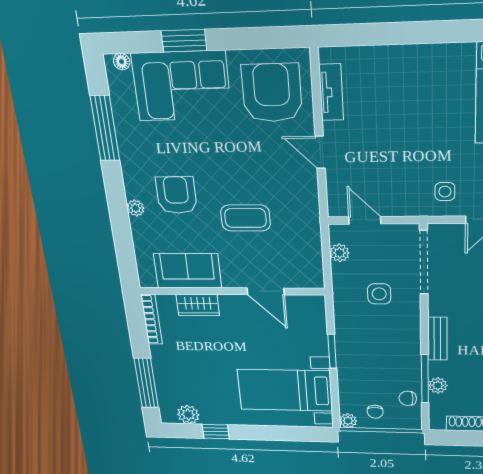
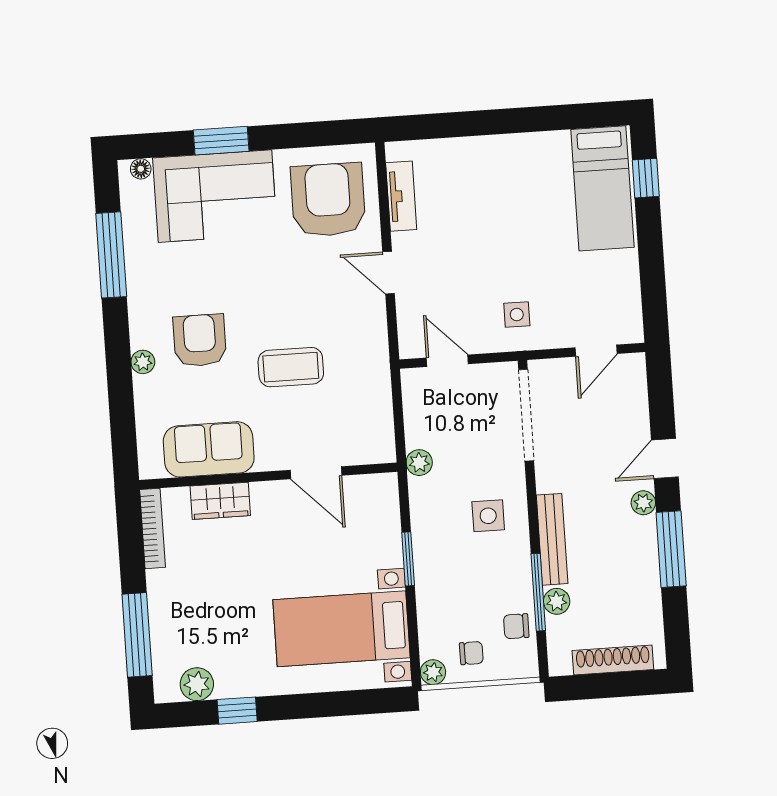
side table: (445, 192) -> (517, 315), moved
plant: (340, 253) -> (419, 463), moved
side table: (379, 294) -> (488, 516), moved
bench: (437, 339) -> (552, 539), width x1.36
chair: (375, 412) -> (471, 653), turned -90

